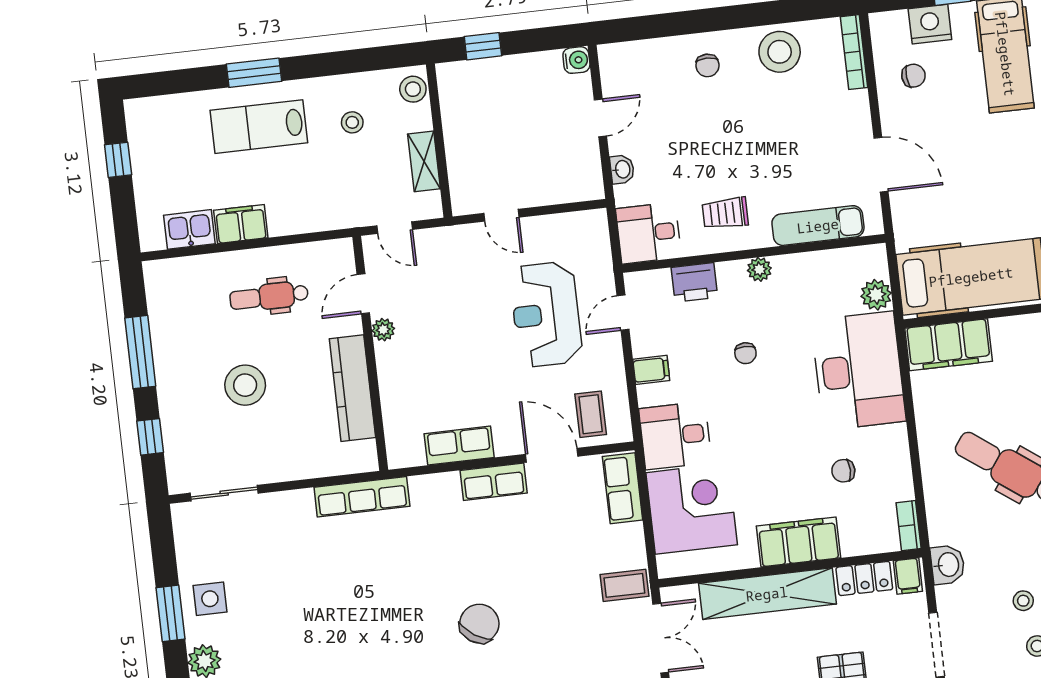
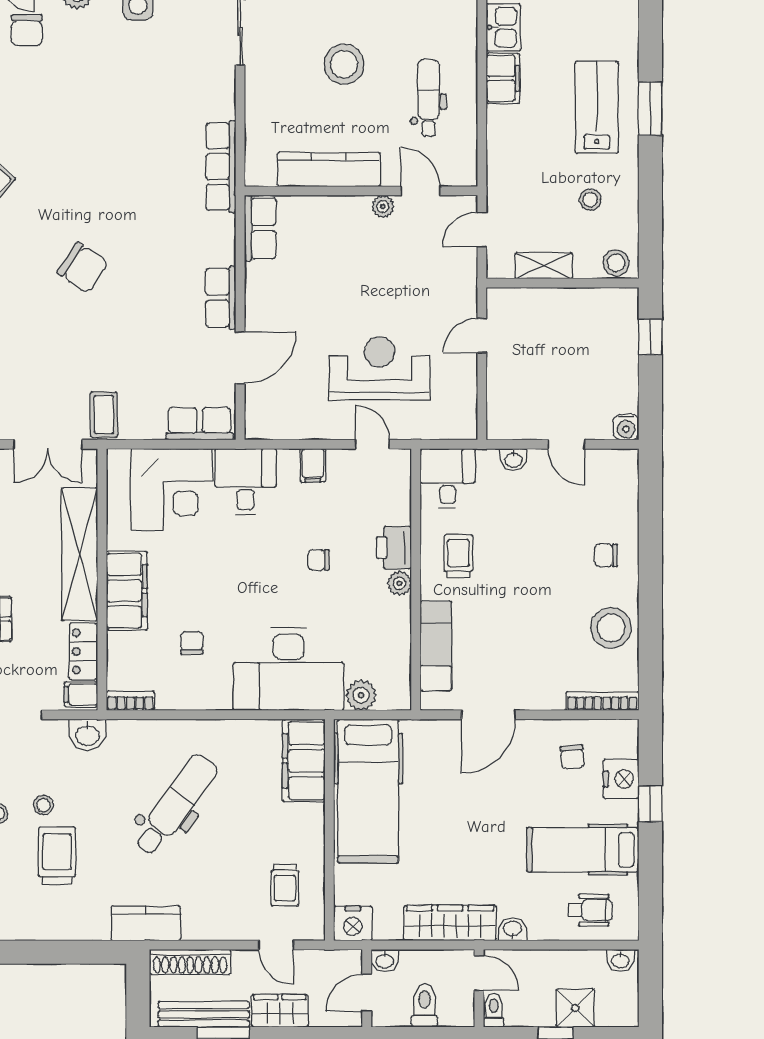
printer: (694, 282) -> (394, 548), moved
coffee table: (591, 414) -> (276, 401), removed
row of seats: (459, 446) -> (260, 228), moved

